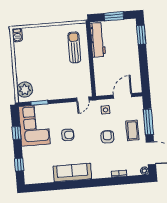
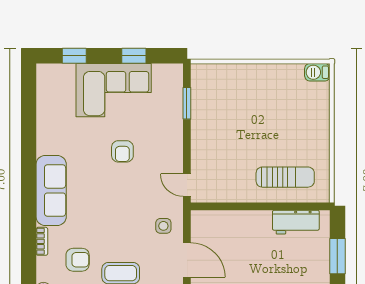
workbench: (98, 40) -> (296, 222), width x0.73
plant: (25, 90) -> (214, 78), removed
corner sofa: (34, 125) -> (114, 90), moved
armchair: (107, 137) -> (78, 260), moved
sofa: (72, 173) -> (51, 191), moved

